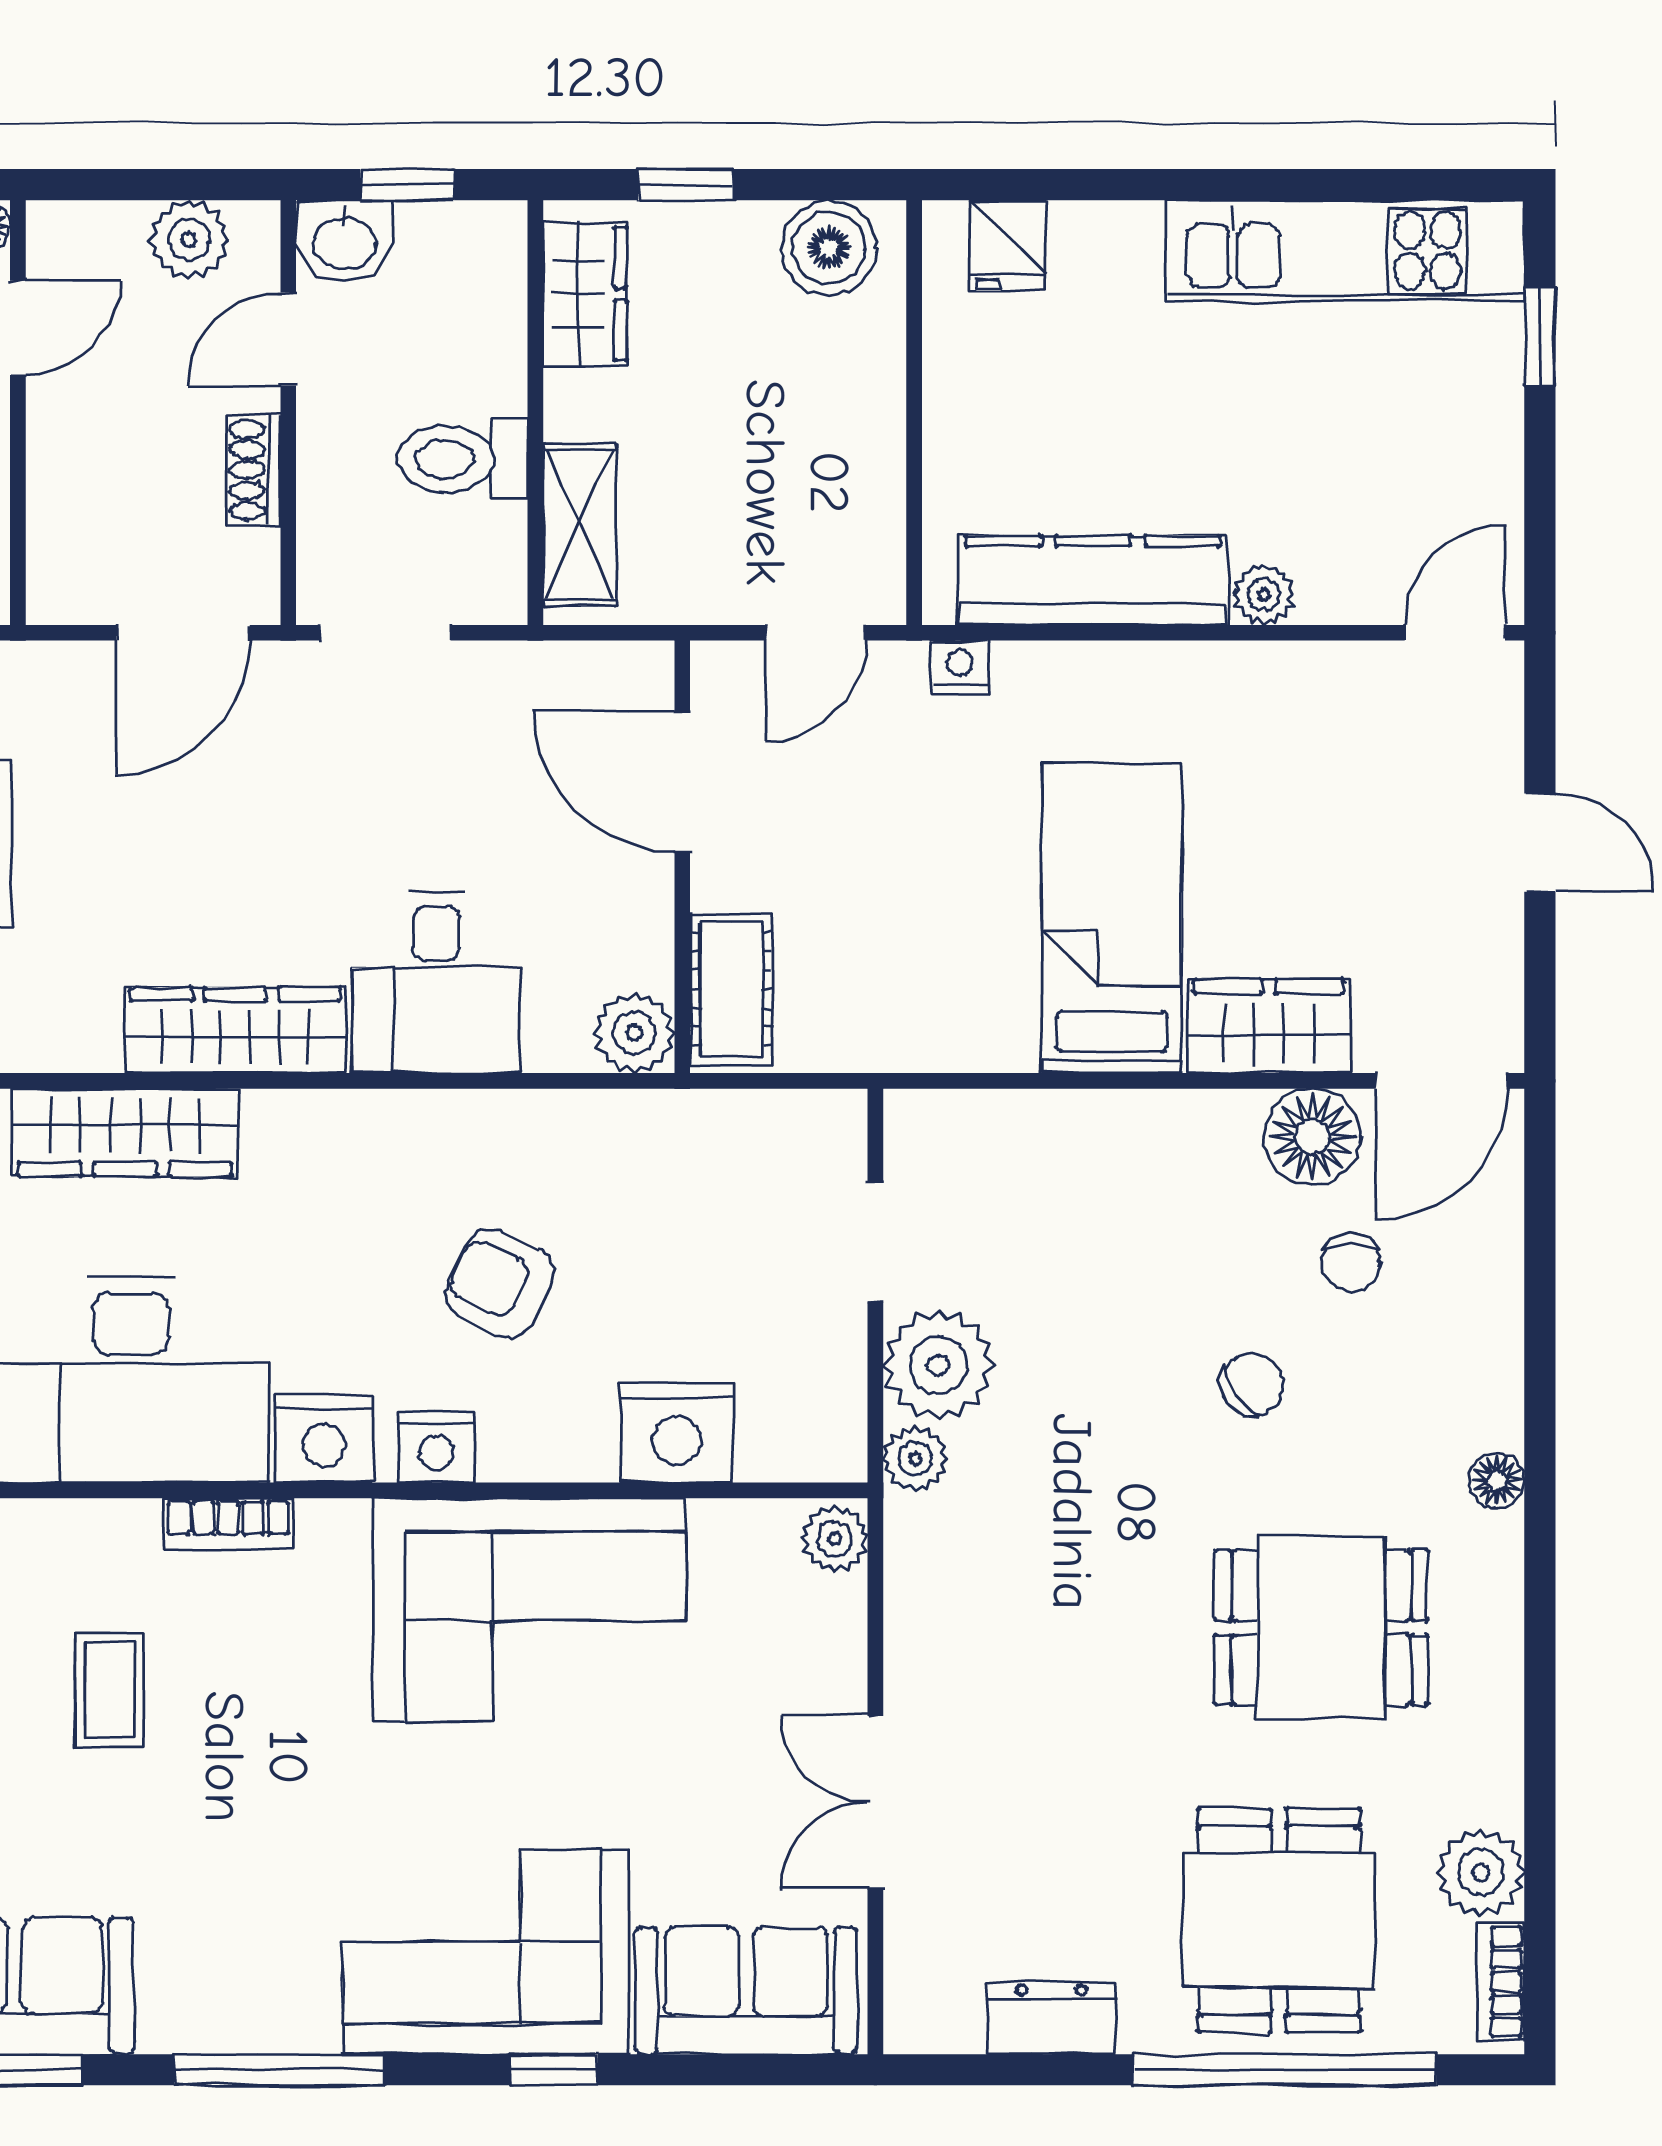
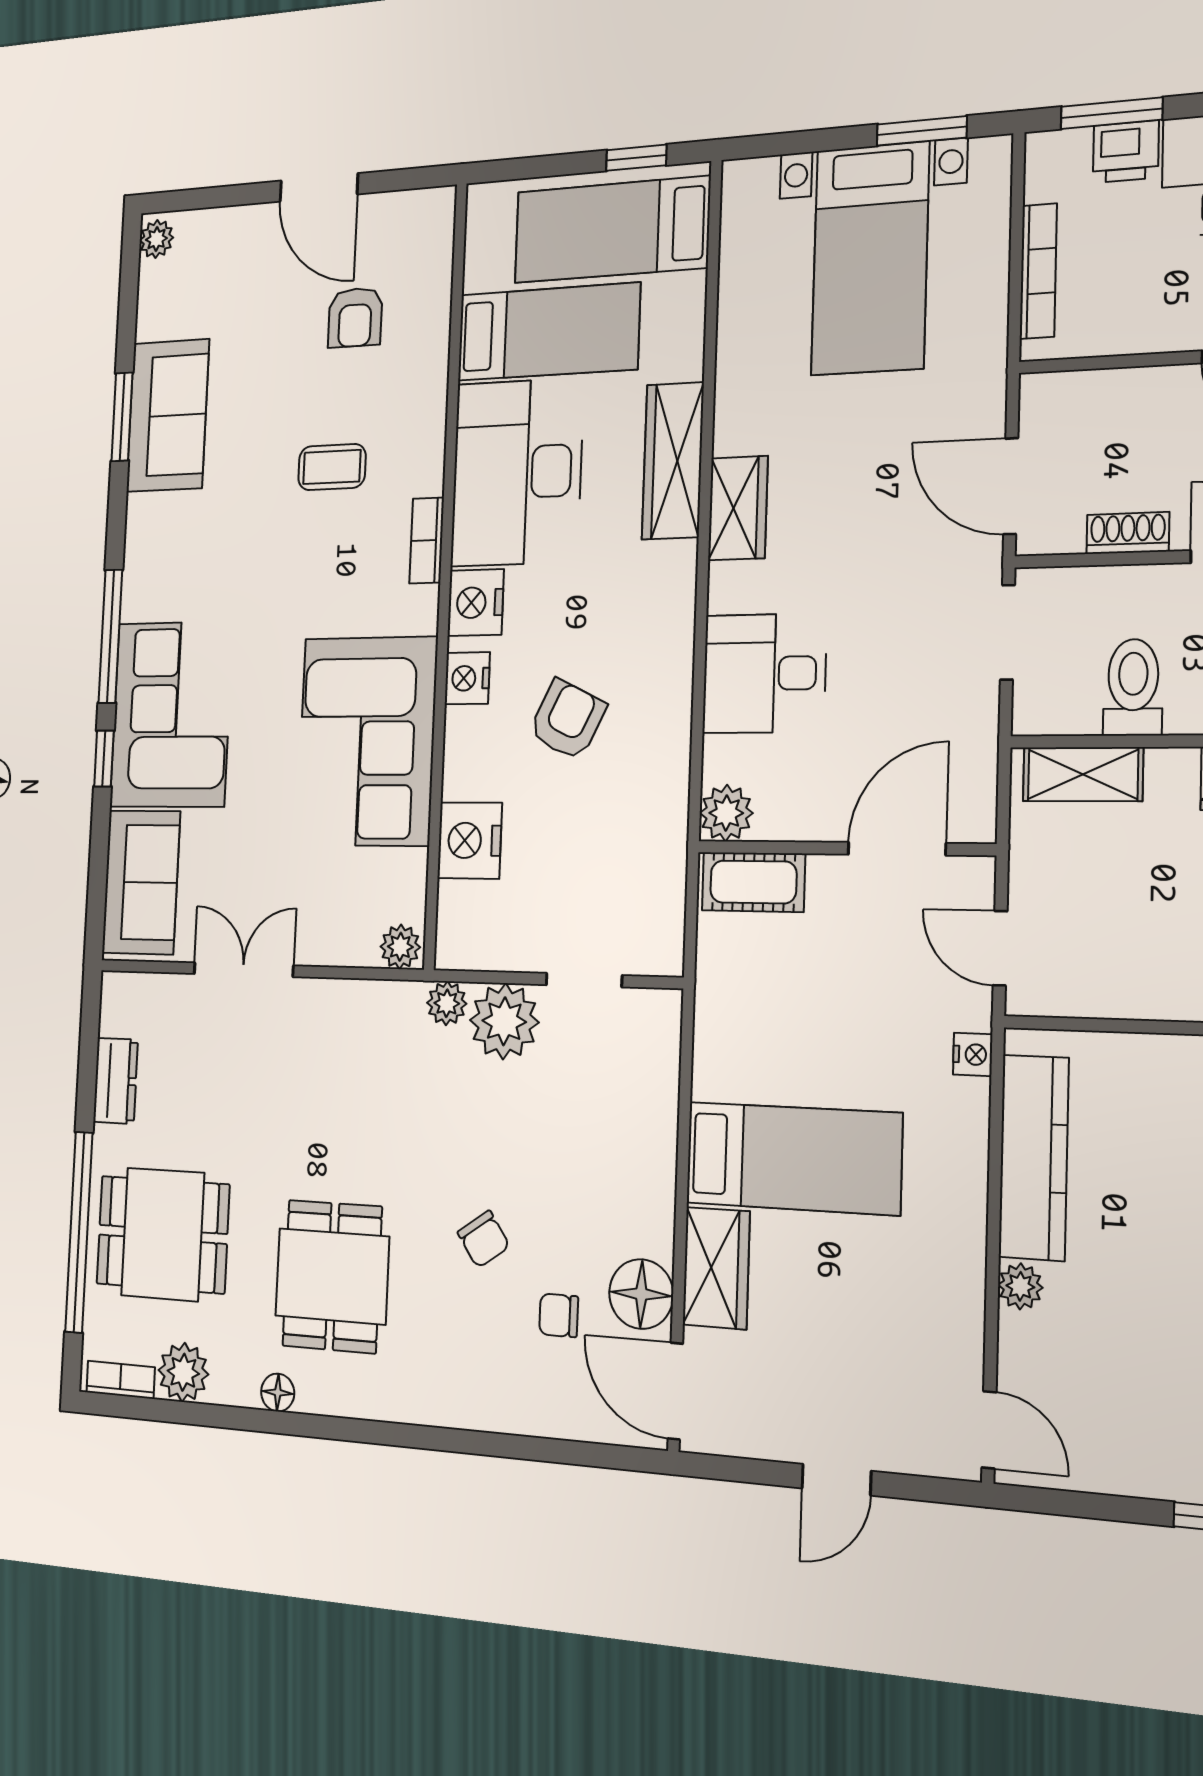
wardrobe: (235, 1030) -> (738, 508), width x0.67
floor lamp: (1497, 1481) -> (278, 1393), moved
window: (279, 2070) -> (110, 636), moved

